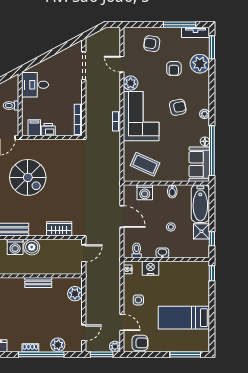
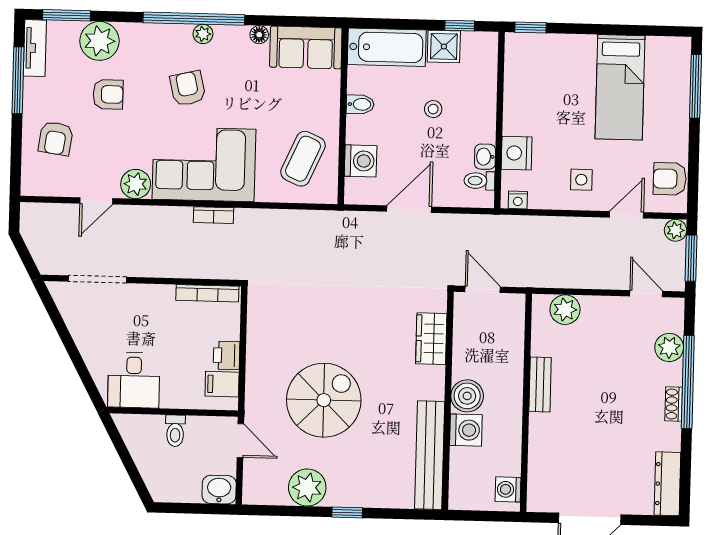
window: (212, 151) -> (194, 19), moved
washbasin: (162, 253) -> (485, 157), moved
armchair: (140, 343) -> (670, 179), turned -90

